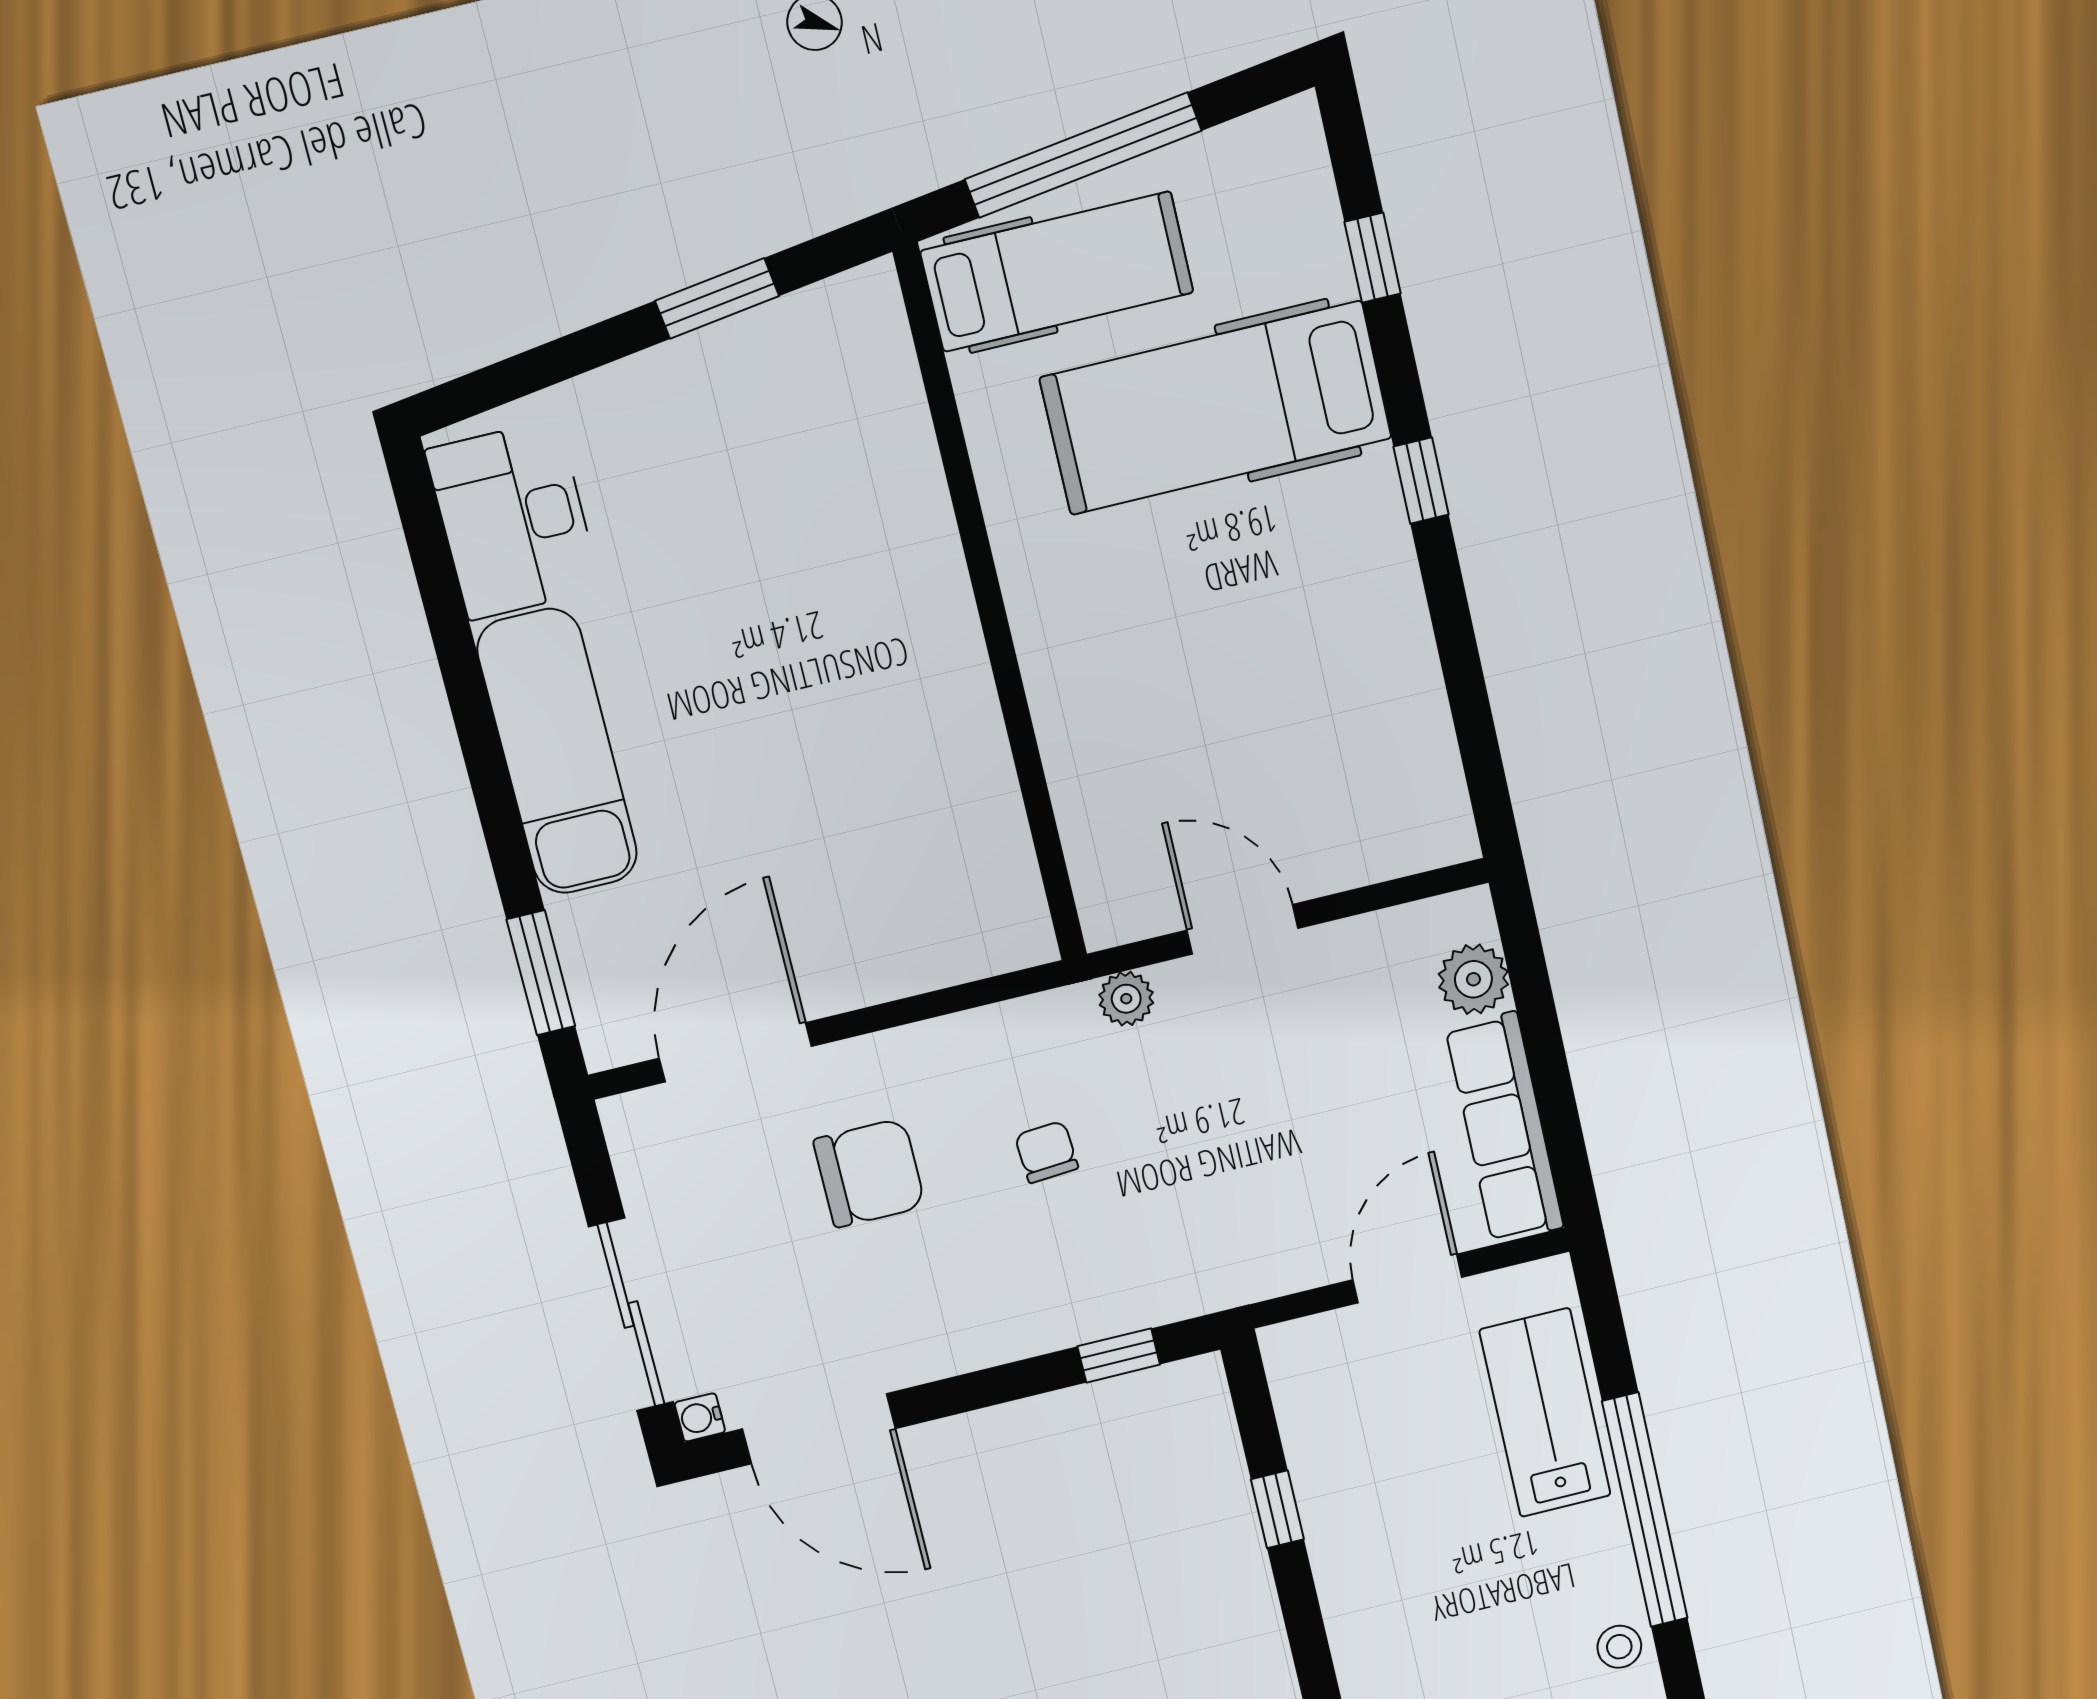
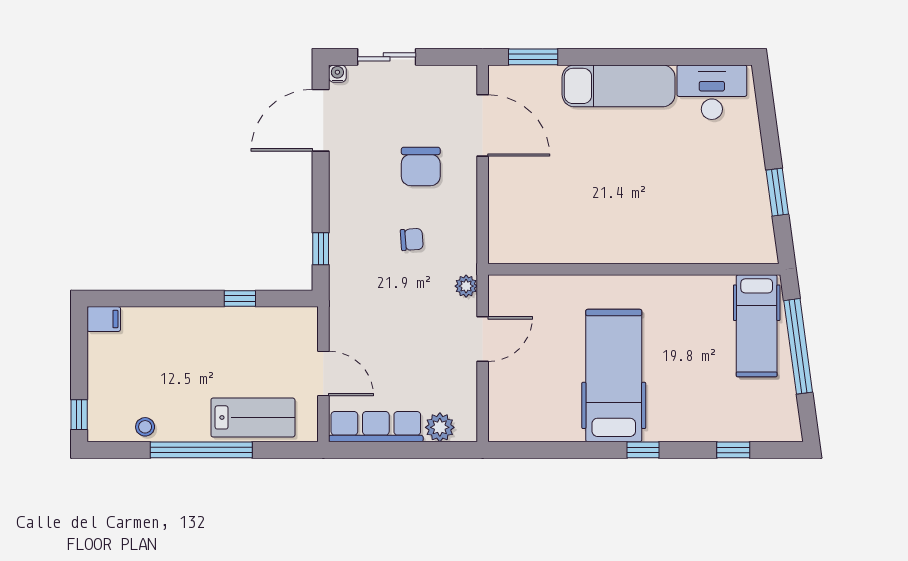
hospital bed: (1216, 408) -> (614, 376), moved
sliding door: (631, 1315) -> (387, 57), width x0.73

